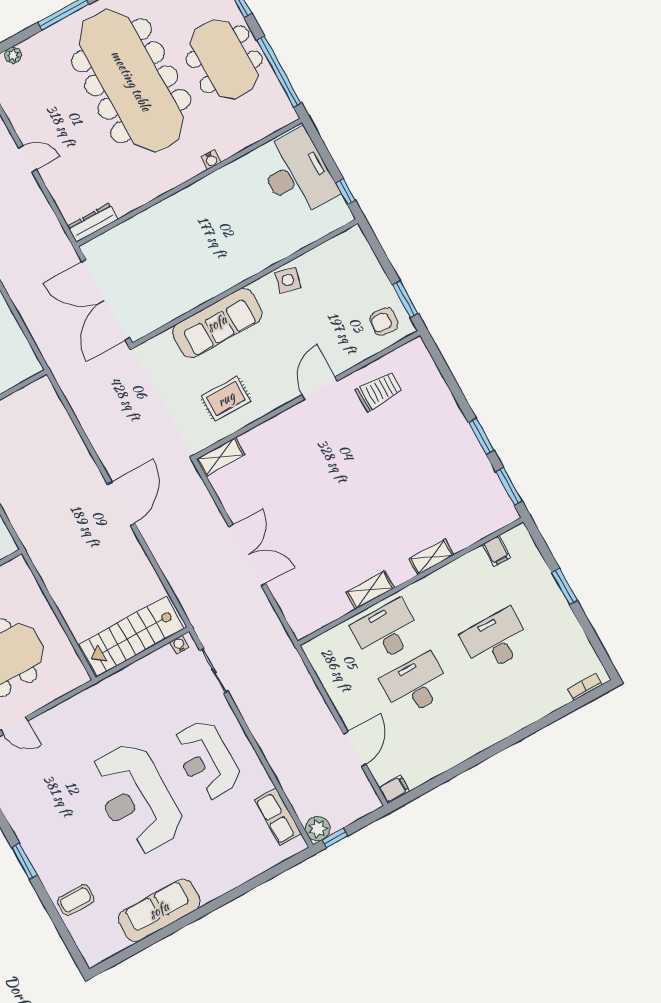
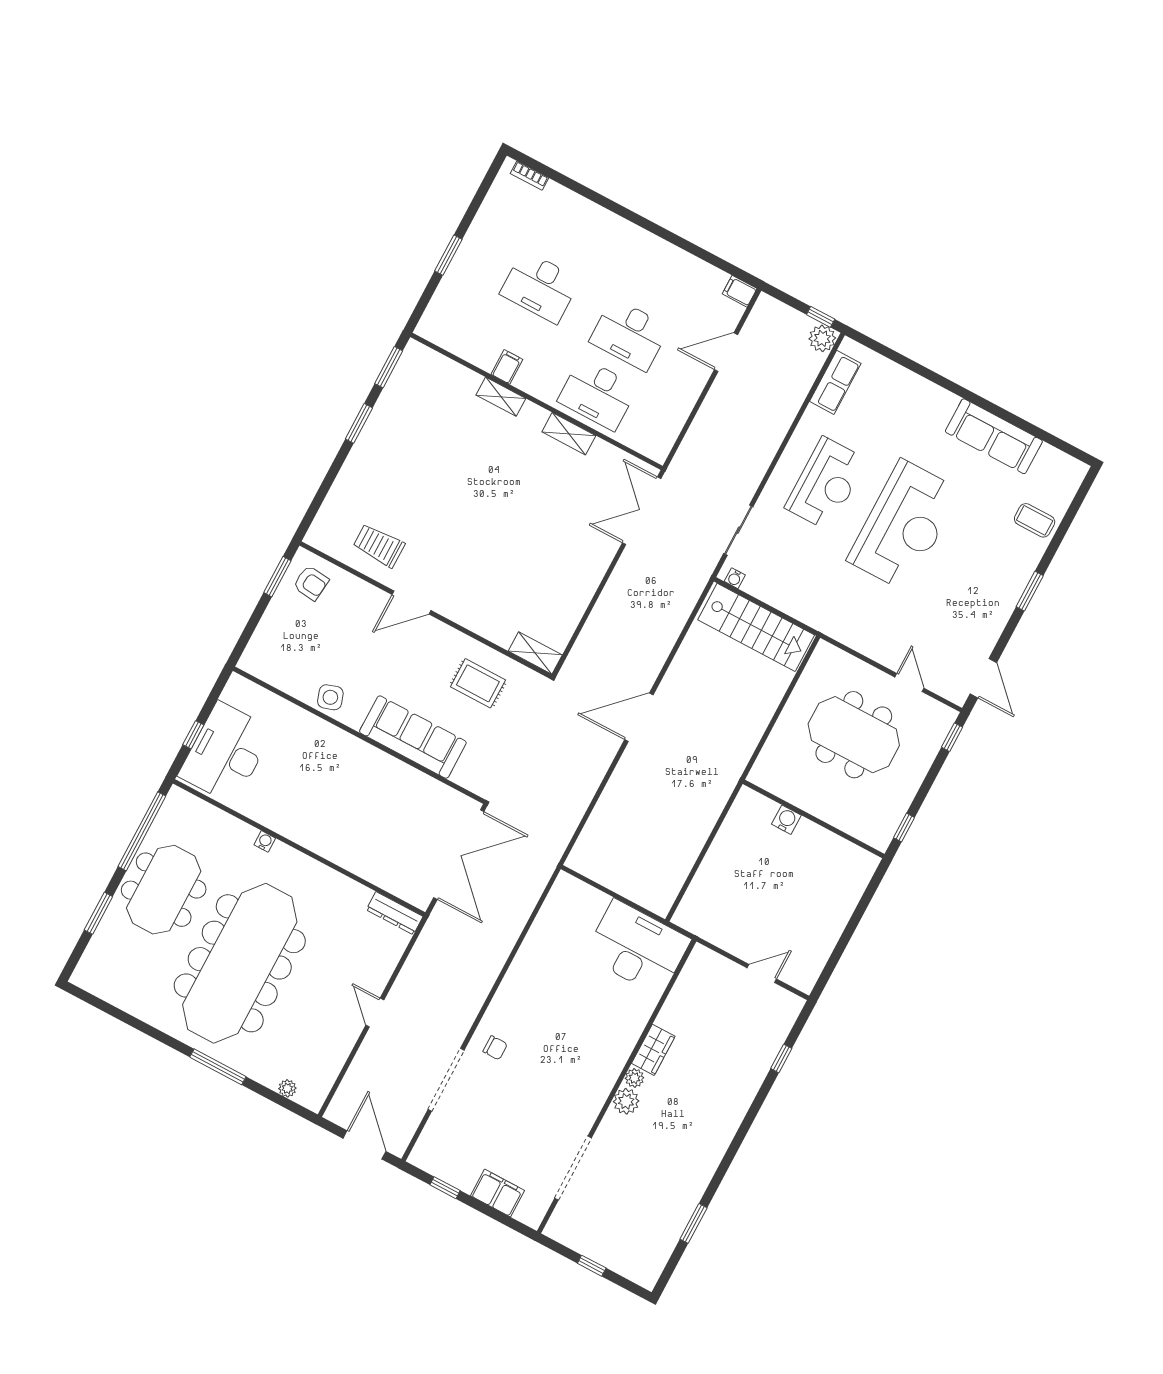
window: (346, 192) -> (193, 735), moved
side table: (288, 280) -> (330, 697), turned -33
filing cabinet: (496, 551) -> (507, 367), moved
double door: (247, 555) -> (642, 511), moved

